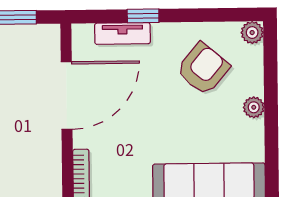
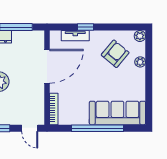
plant: (254, 107) -> (140, 62), moved

